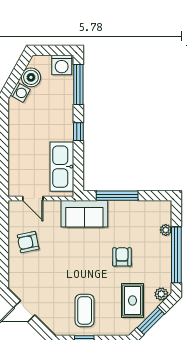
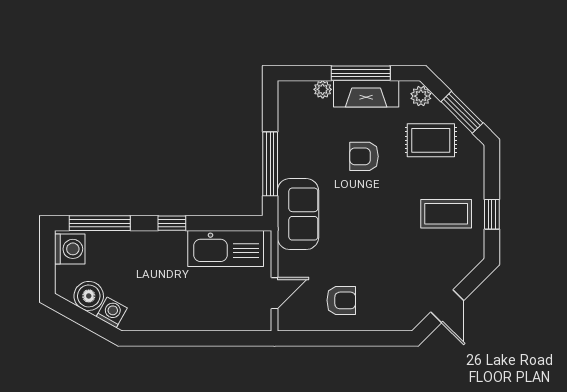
armchair: (28, 242) -> (341, 300), turned -78
window: (176, 255) -> (361, 73), width x0.68
fireplace: (163, 258) -> (366, 94), added

